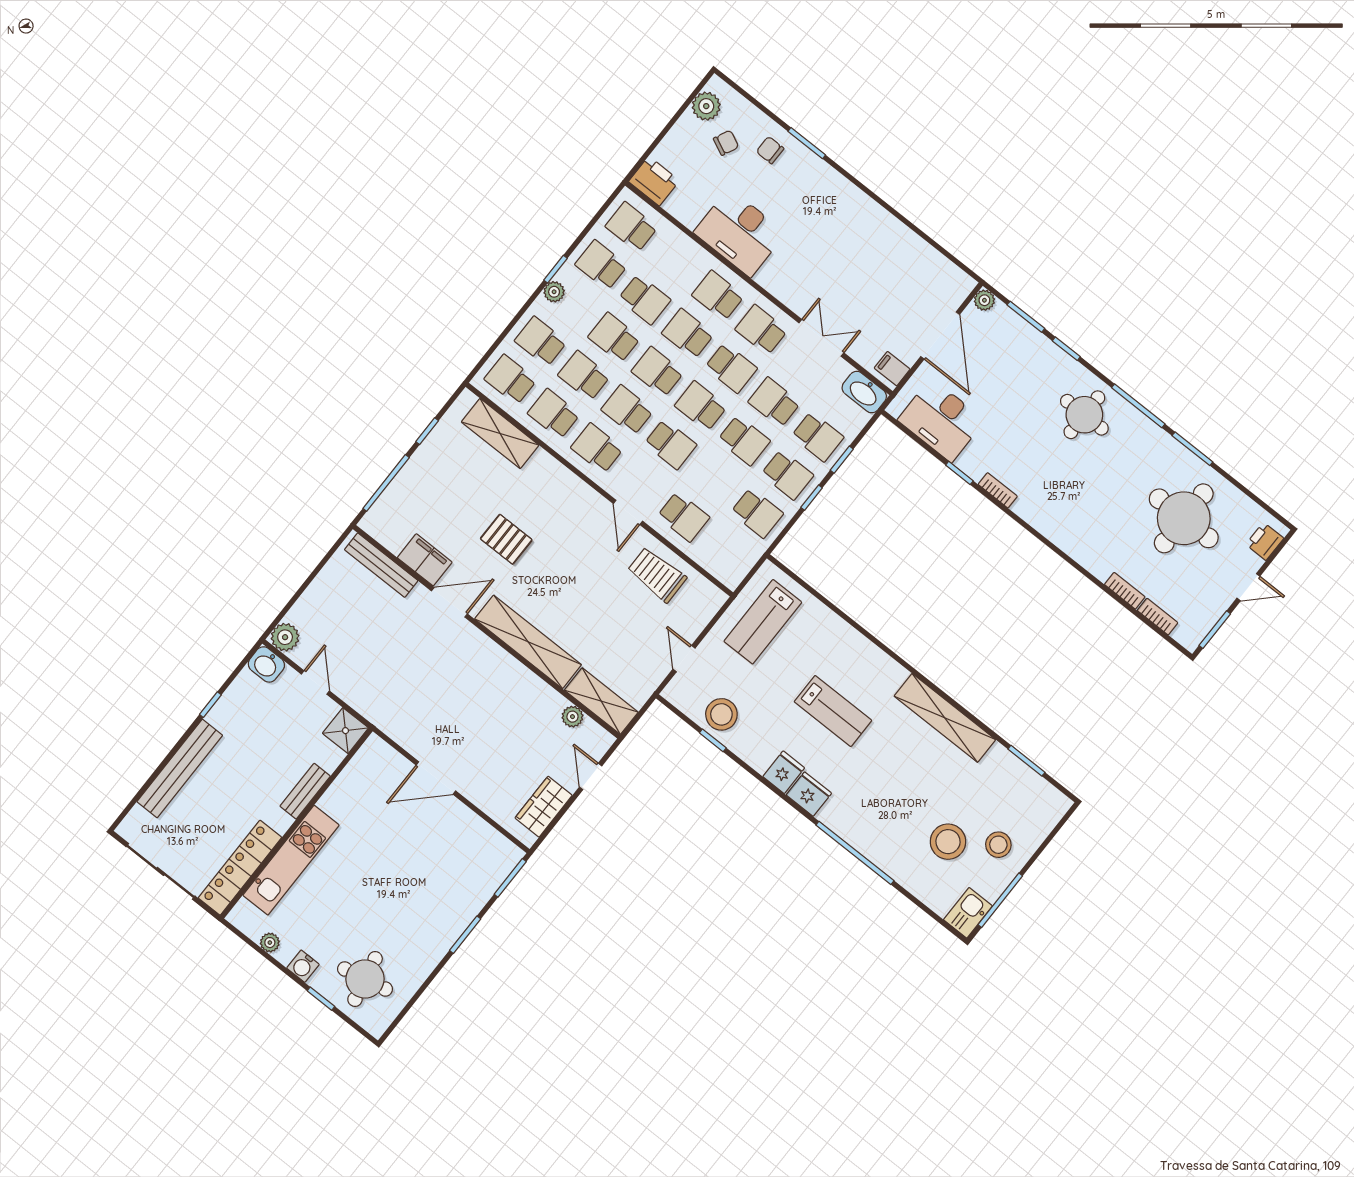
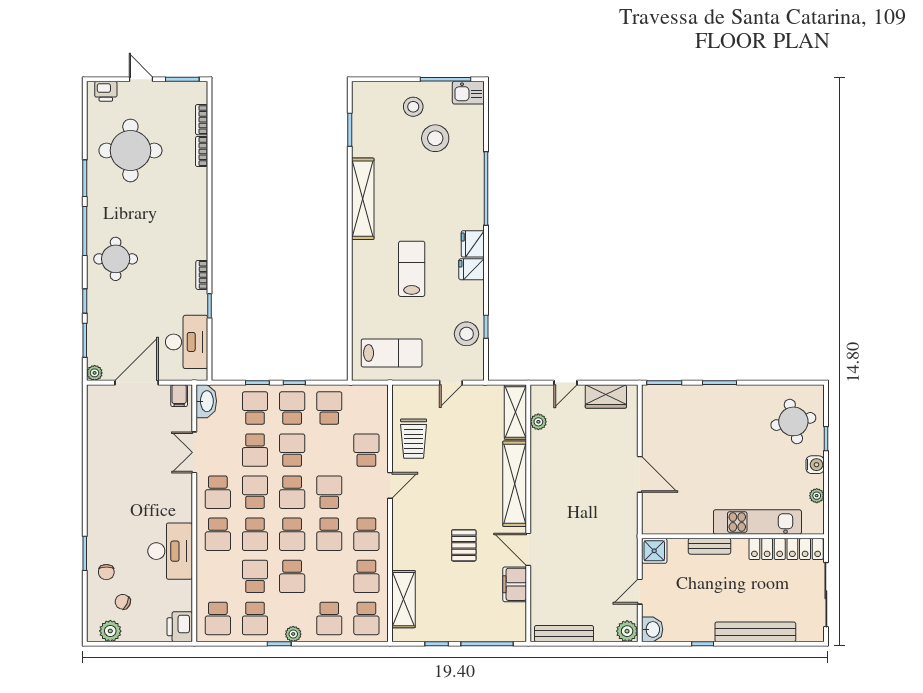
school desk: (584, 376) -> (329, 576), removed
bench: (381, 565) -> (564, 634), moved, turned 90

